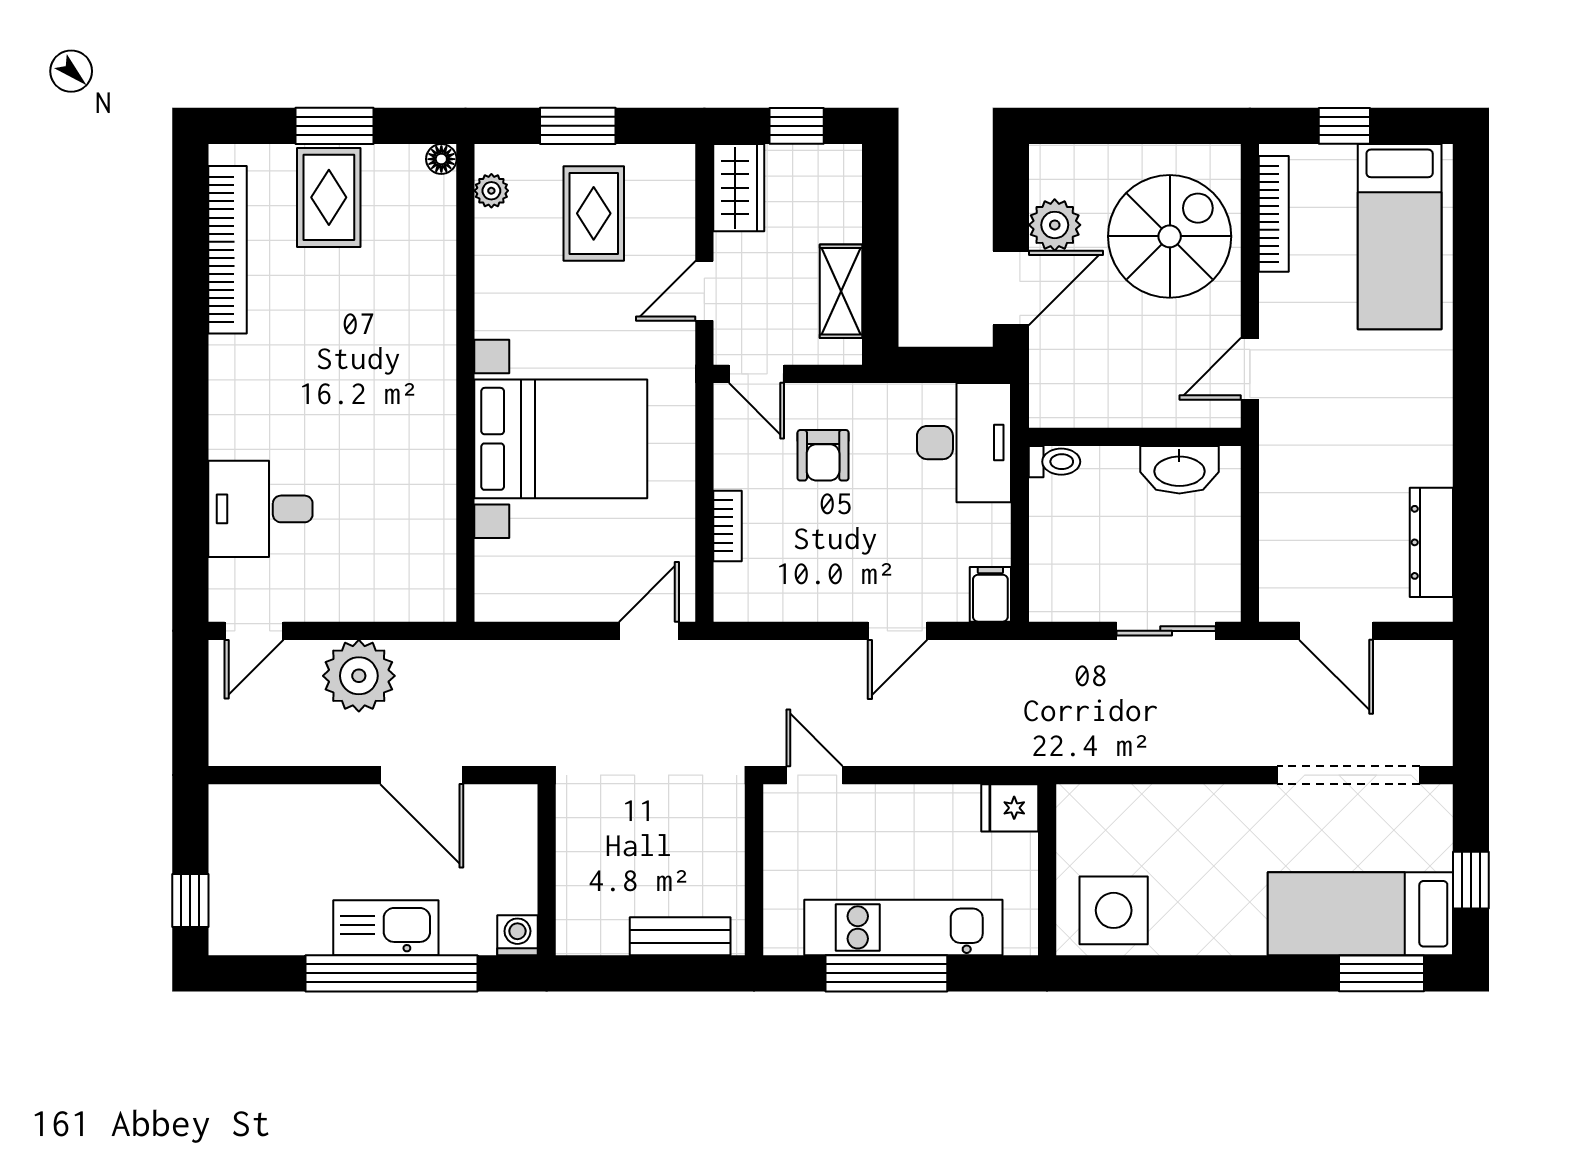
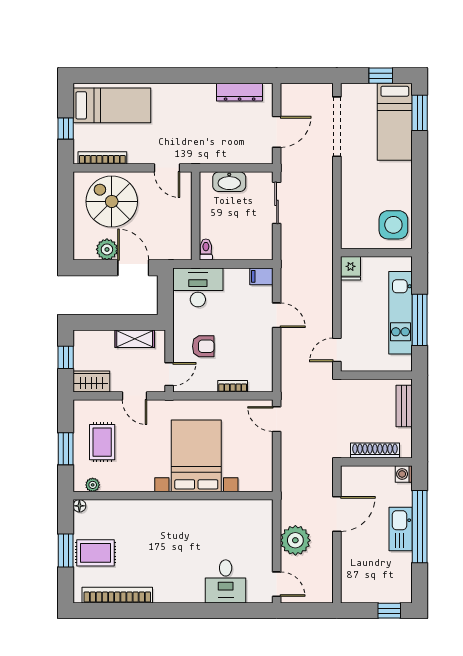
rug: (594, 213) -> (102, 442), turned 90
washbasin: (1179, 470) -> (229, 182), moved, turned 90
shoe rack: (574, 866) -> (375, 450), added

